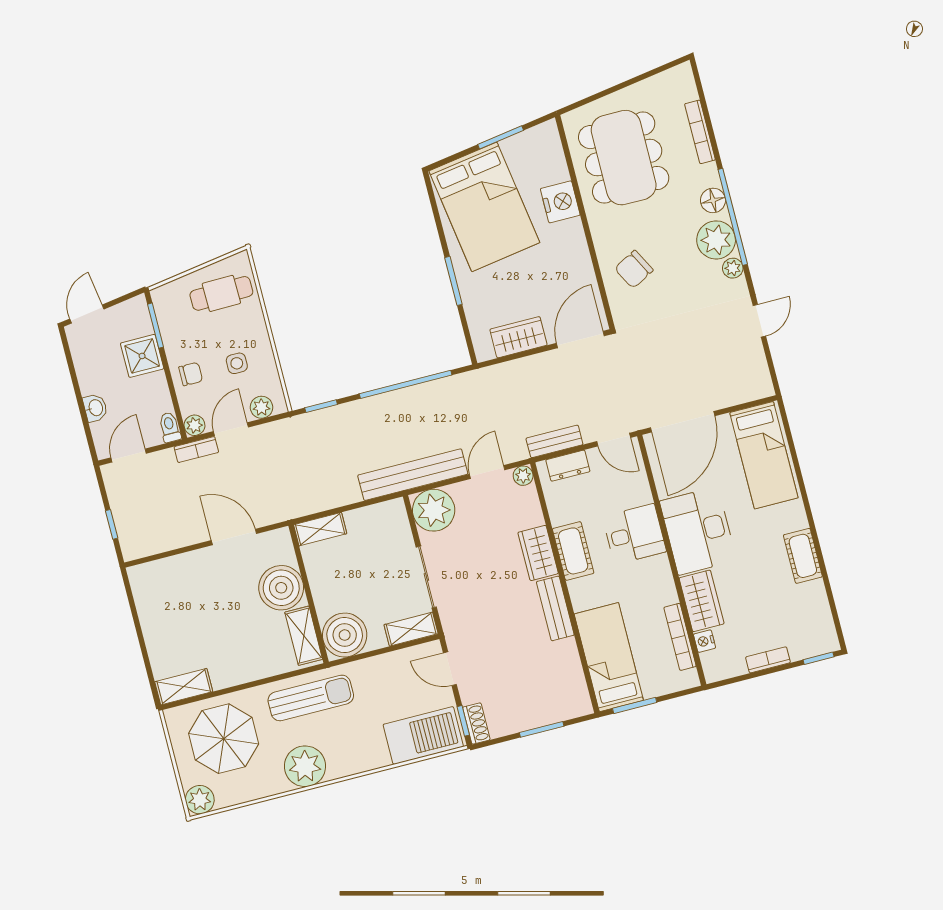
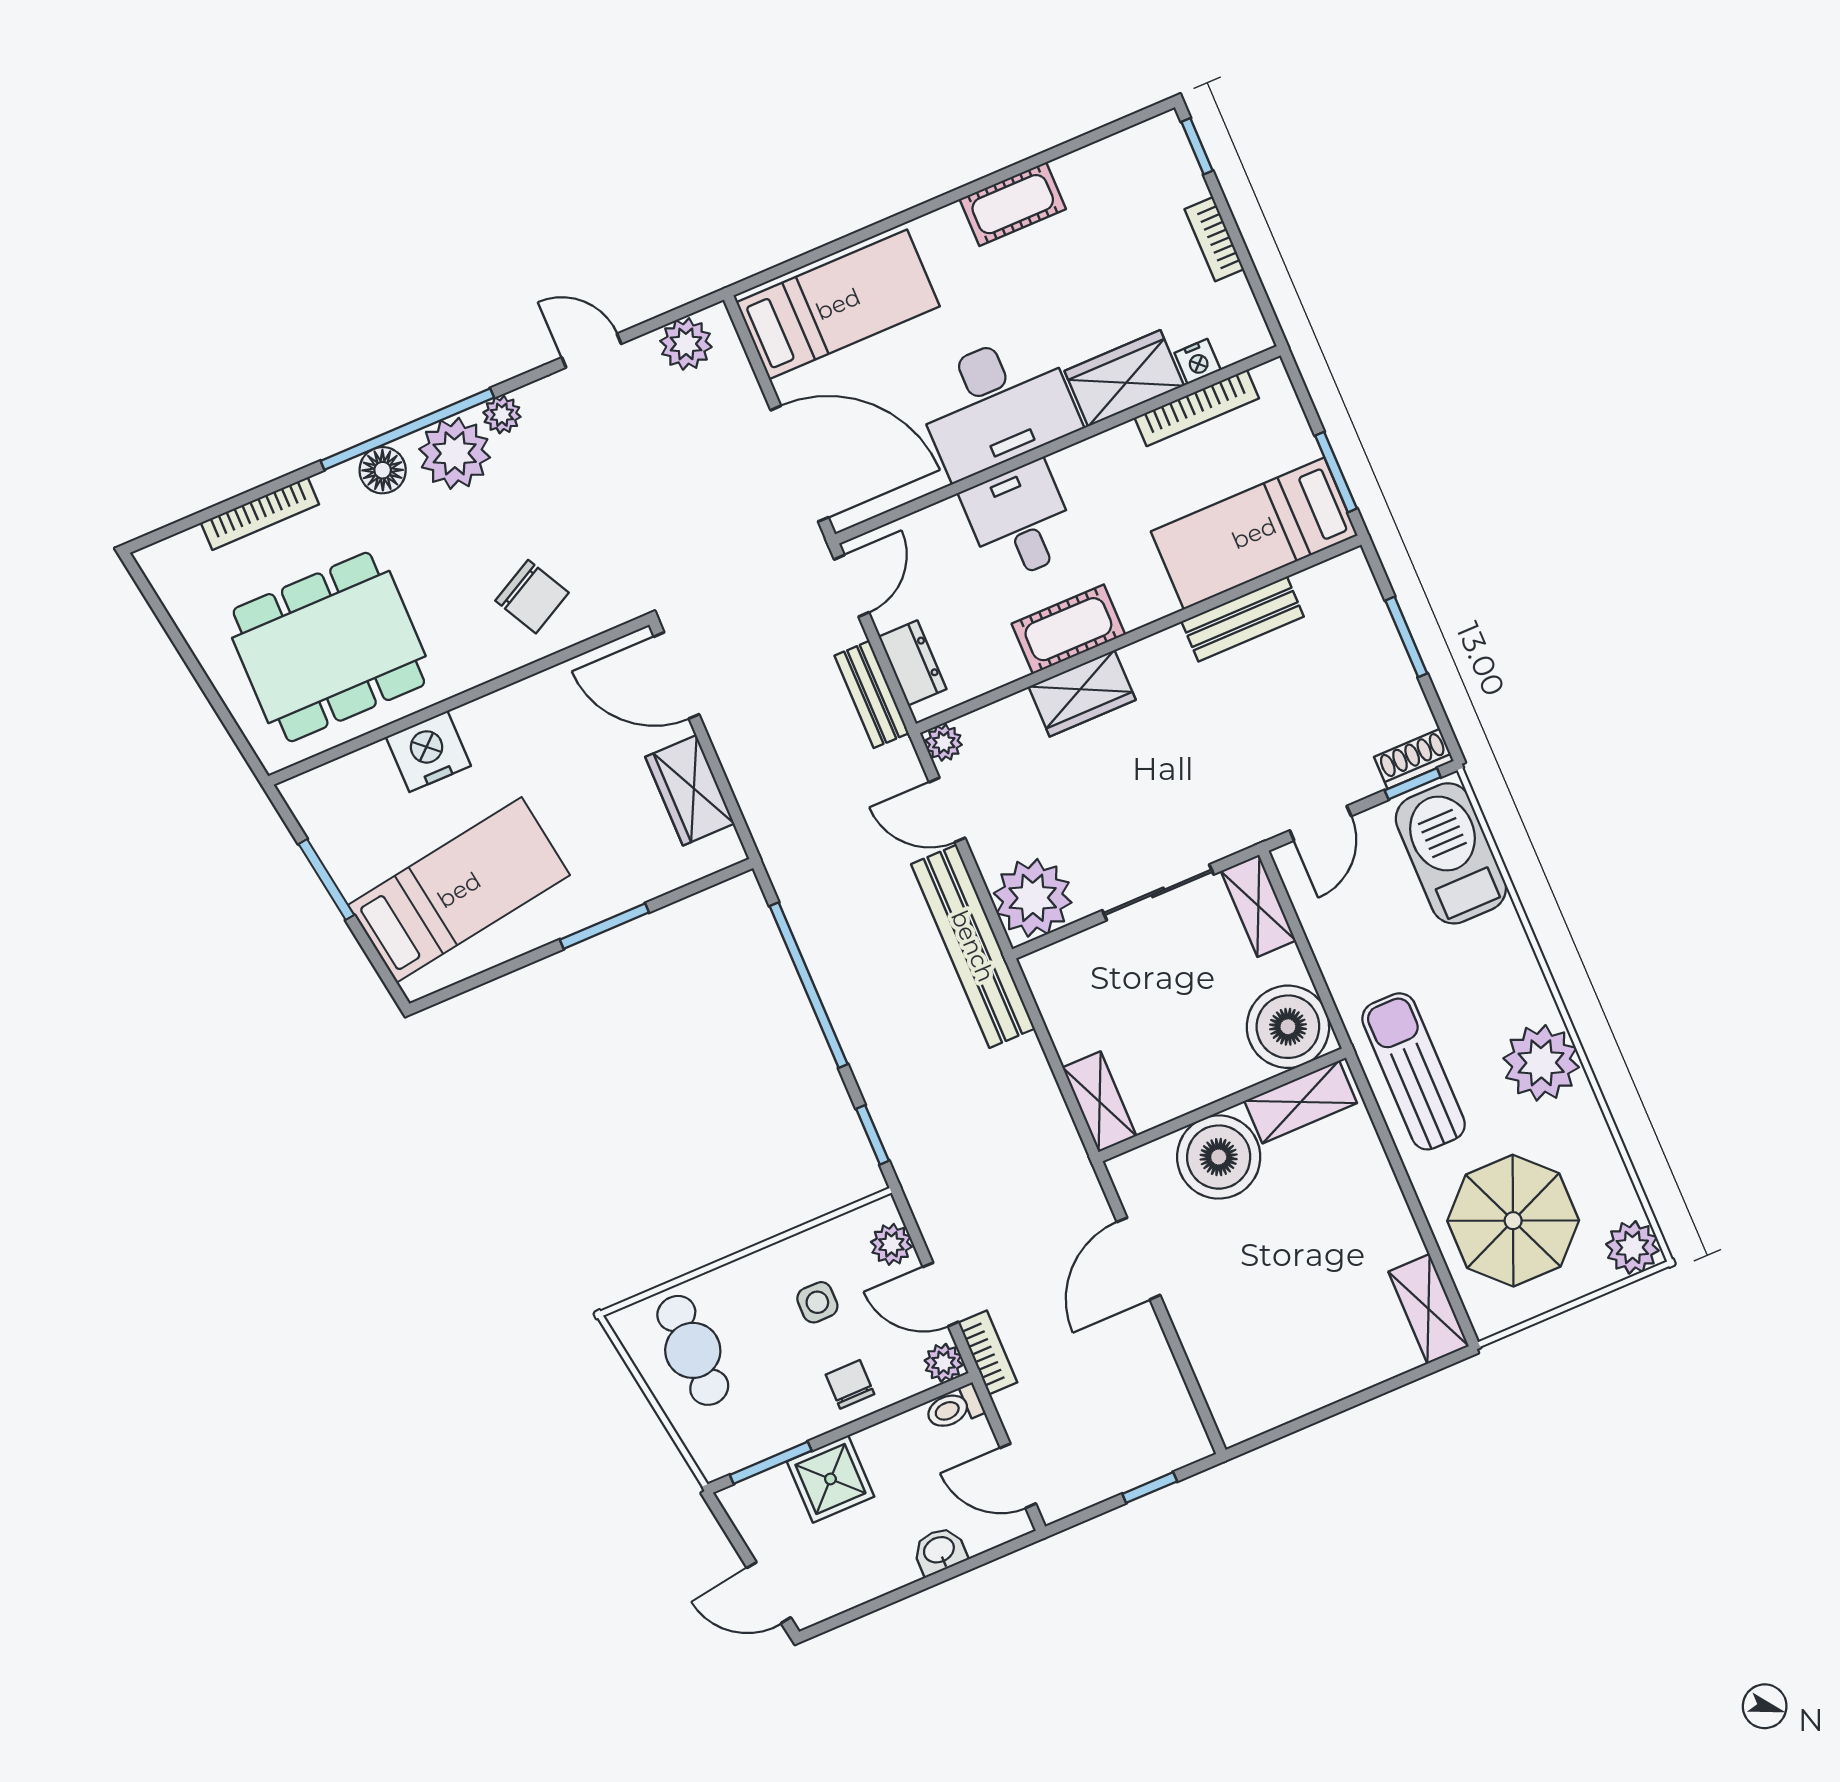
bed: (484, 207) -> (459, 890), width x0.67
plant: (755, 371) -> (686, 344), added
bench: (555, 608) -> (1243, 619), moved

